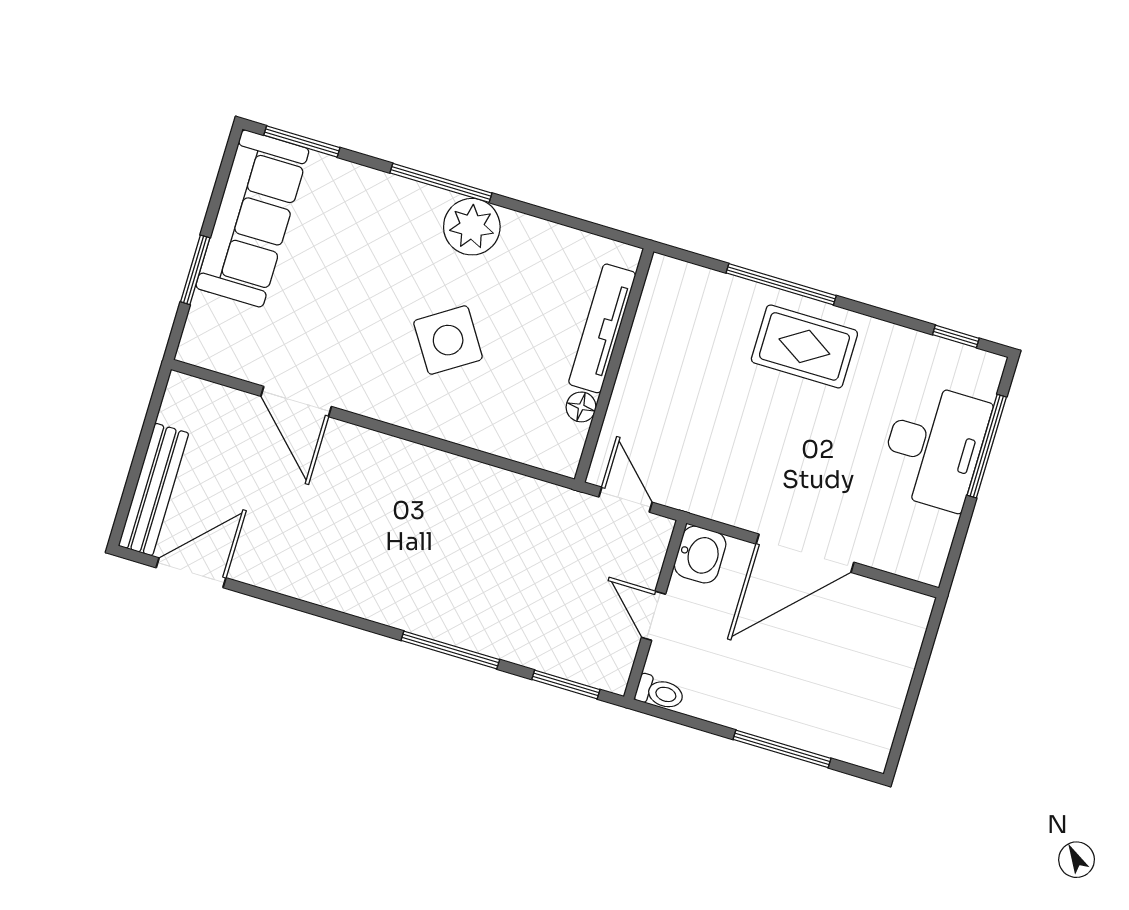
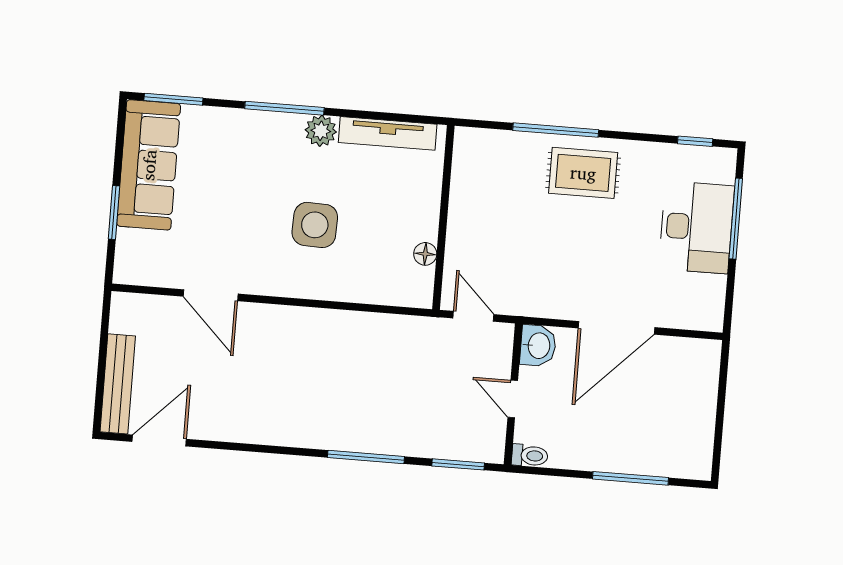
plant: (472, 227) -> (321, 131), width x0.73, depth x0.73
tv unit: (602, 328) -> (388, 133), moved, turned -90
side table: (448, 340) -> (315, 225), turned 35

